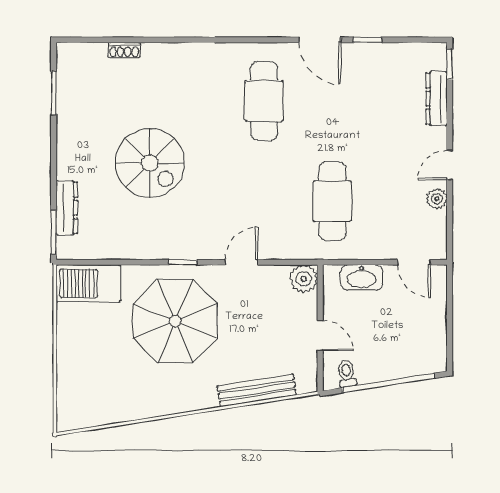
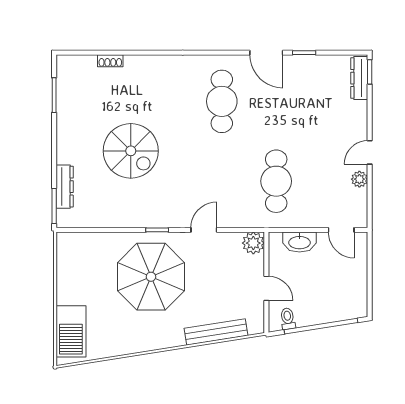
dresser: (437, 99) -> (359, 78), moved
barbecue: (88, 283) -> (71, 331), moved, turned -90

